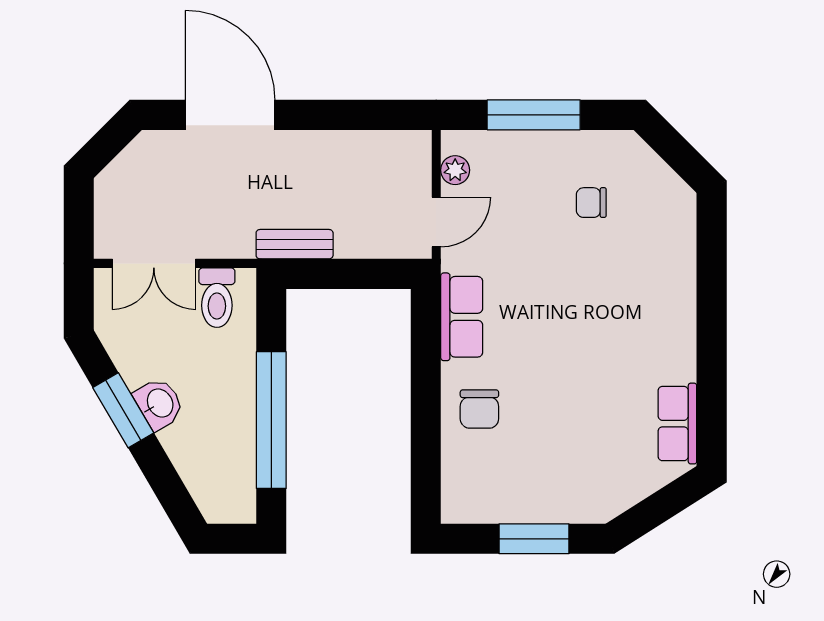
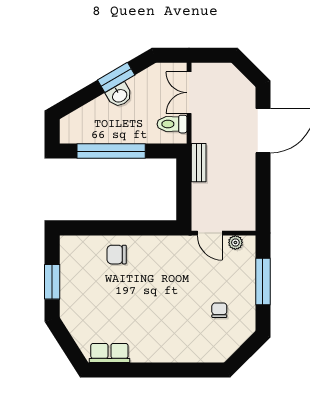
row of seats: (462, 317) -> (163, 246), removed

